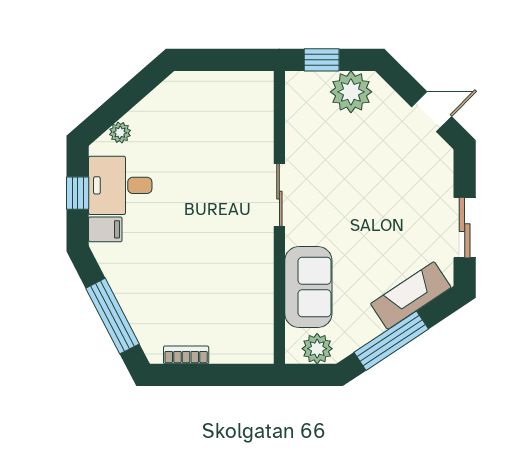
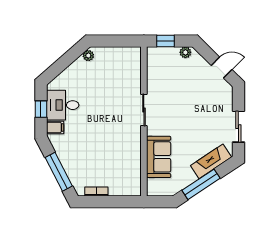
plant: (351, 92) -> (185, 52), width x0.53, depth x0.53
plant: (120, 133) -> (88, 56), moved
plant: (317, 349) -> (163, 188), removed

